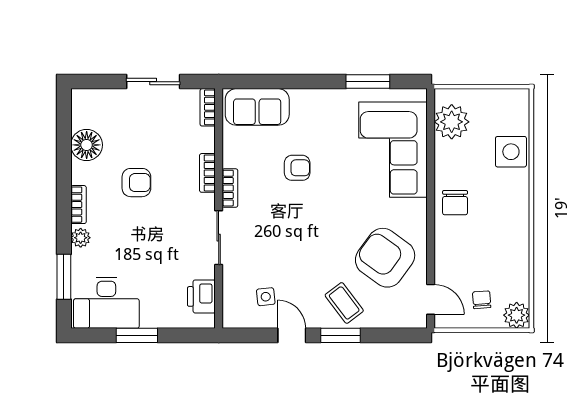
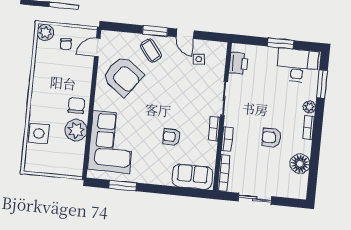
bookcase: (208, 107) -> (224, 173), width x1.56
plant: (452, 122) -> (76, 130), moved
door: (431, 299) -> (97, 47), hinge flipped

